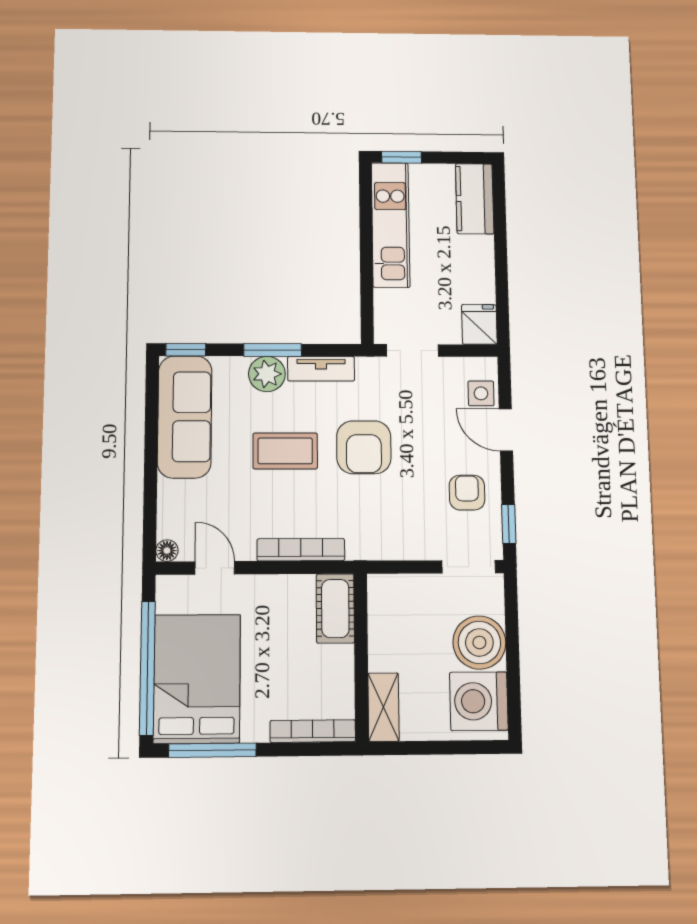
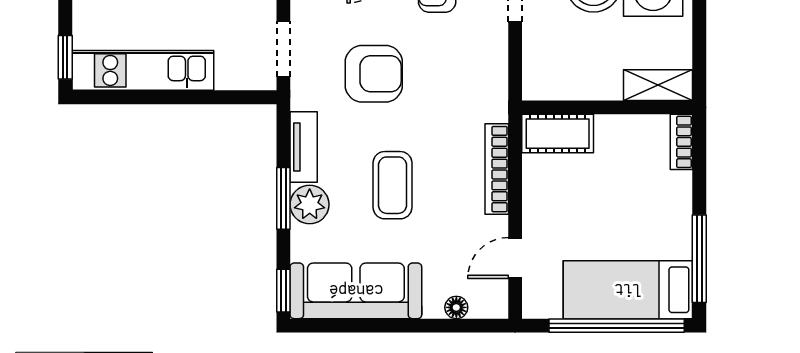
armchair: (364, 447) -> (374, 74), moved
floor lamp: (167, 551) -> (456, 307), moved
bed: (197, 679) -> (628, 290), width x0.67
bookcase: (313, 731) -> (681, 142), width x0.64

